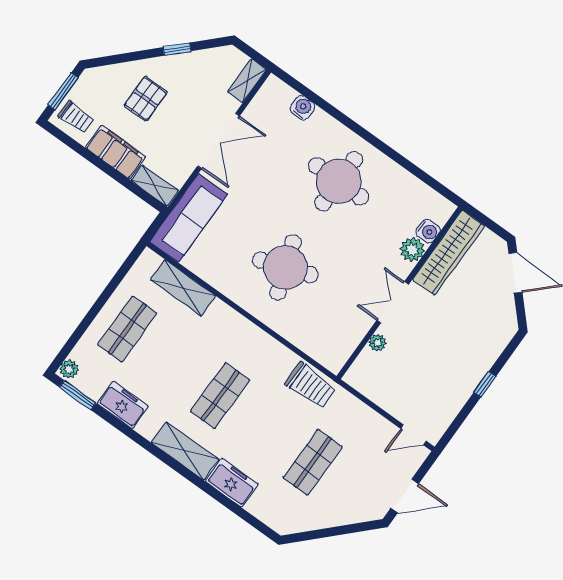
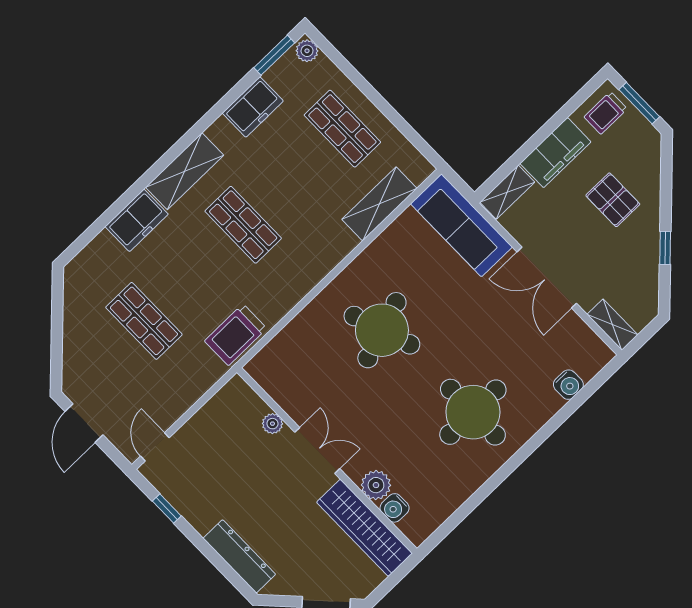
dresser: (490, 350) -> (239, 556), added
window: (485, 384) -> (167, 509), moved

